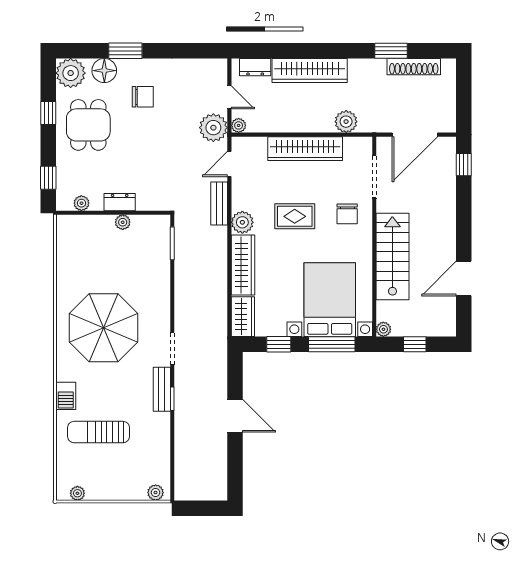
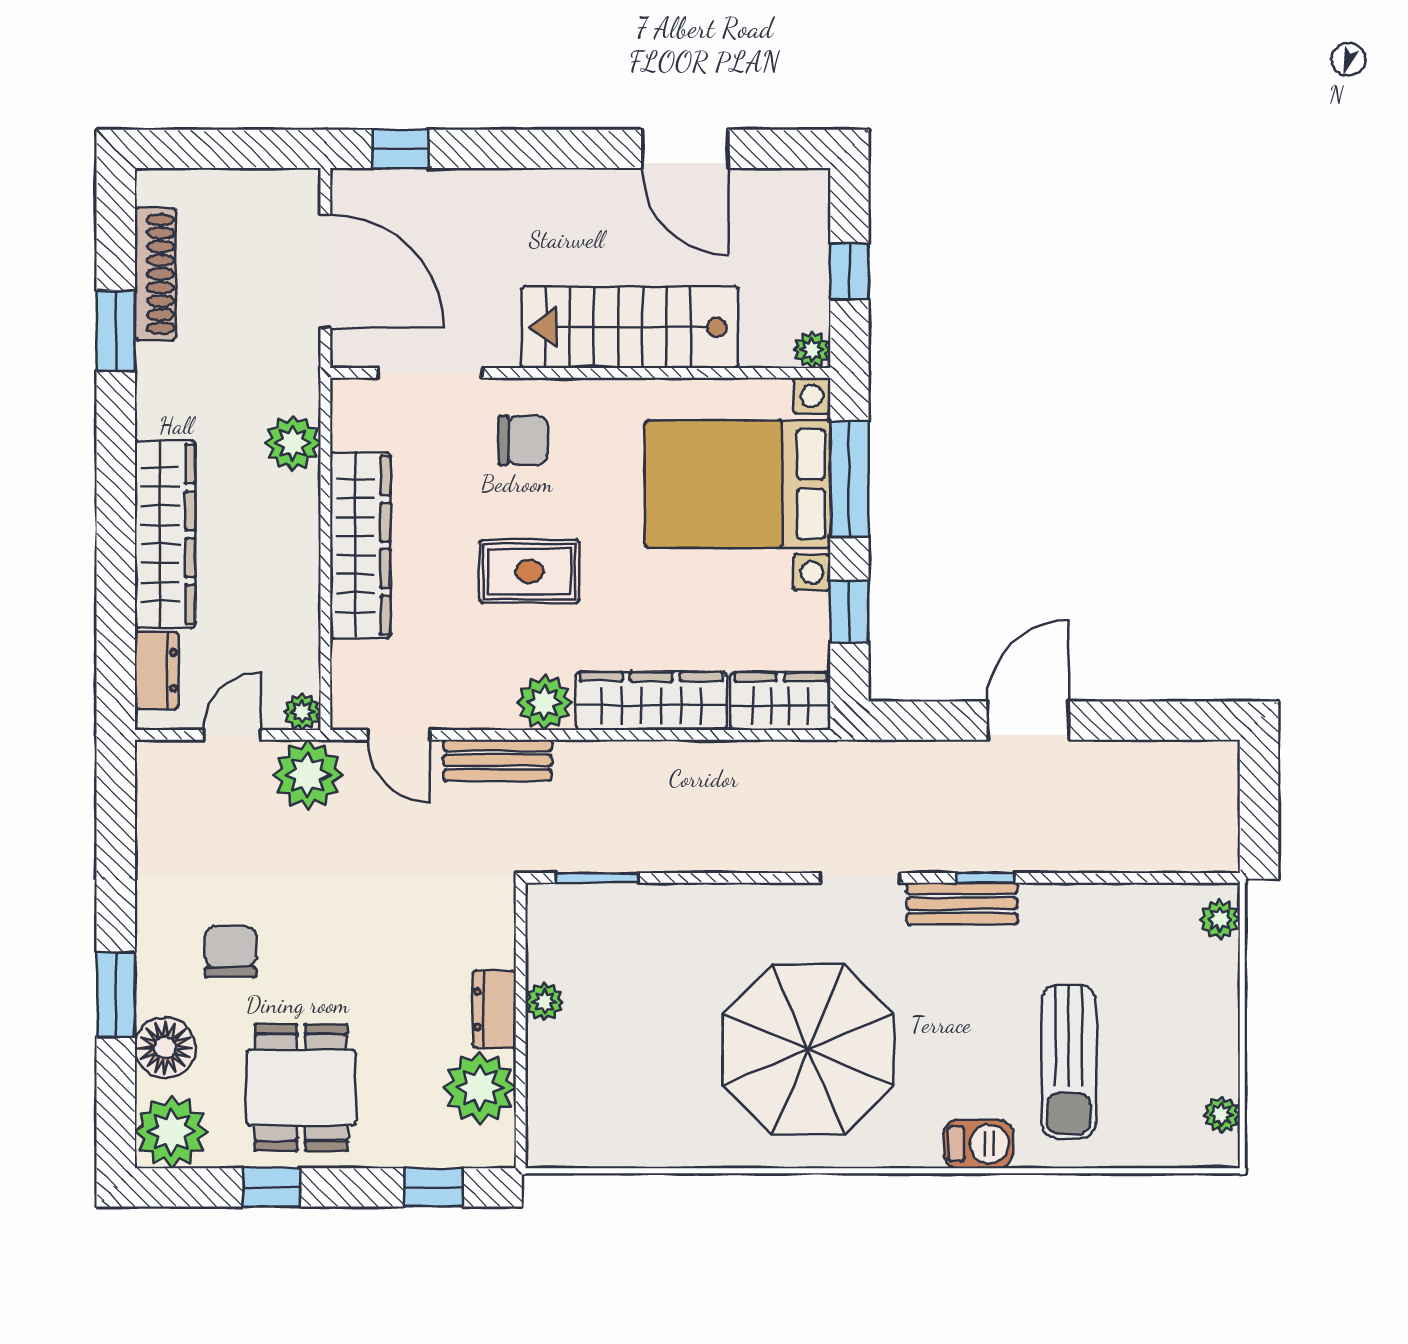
dining table: (88, 125) -> (301, 1087), turned 90
plant: (81, 203) -> (480, 1088), width x1.87, depth x1.87
rug: (295, 216) -> (529, 571), turned 90

